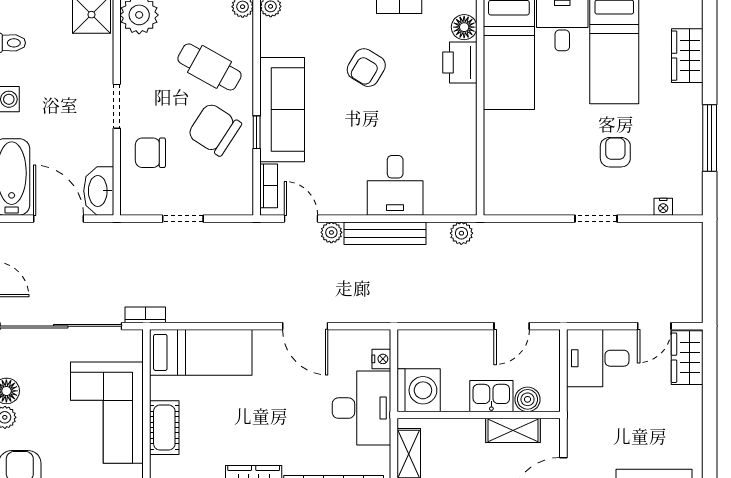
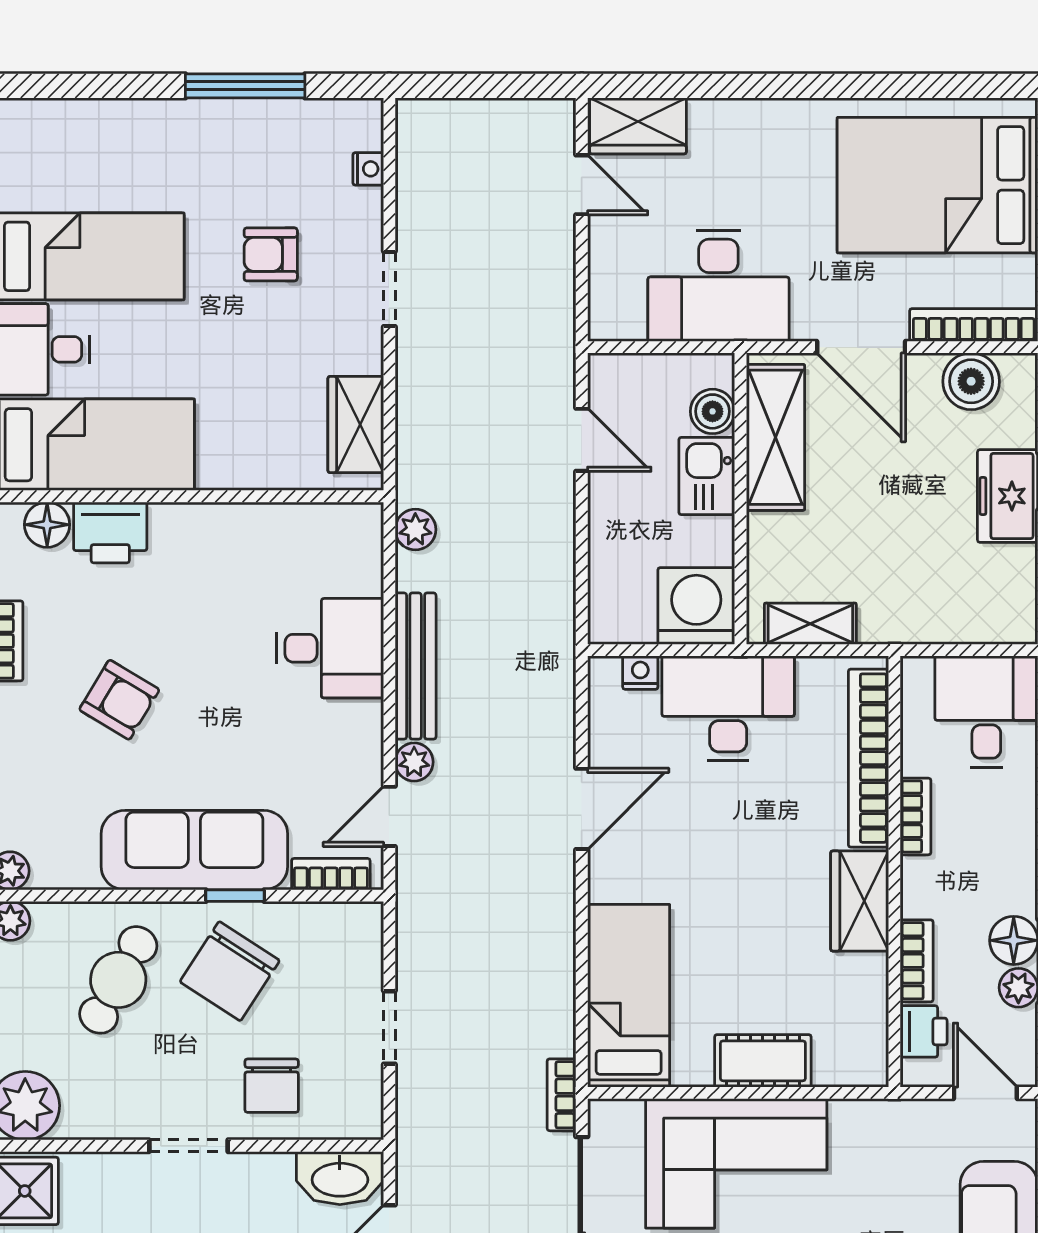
wardrobe: (687, 56) -> (356, 425), moved, turned 90
desk: (598, 358) -> (718, 286), moved, width x1.37
shelving: (513, 430) -> (775, 437), width x1.50, depth x1.33

